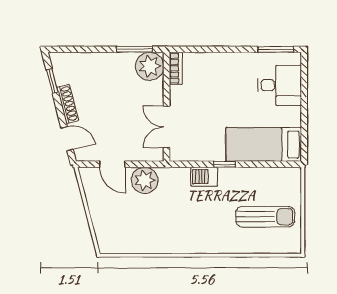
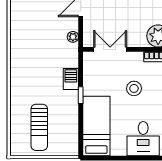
stool: (216, 97) -> (134, 88), added
plant: (145, 180) -> (73, 37), width x0.53, depth x0.53

